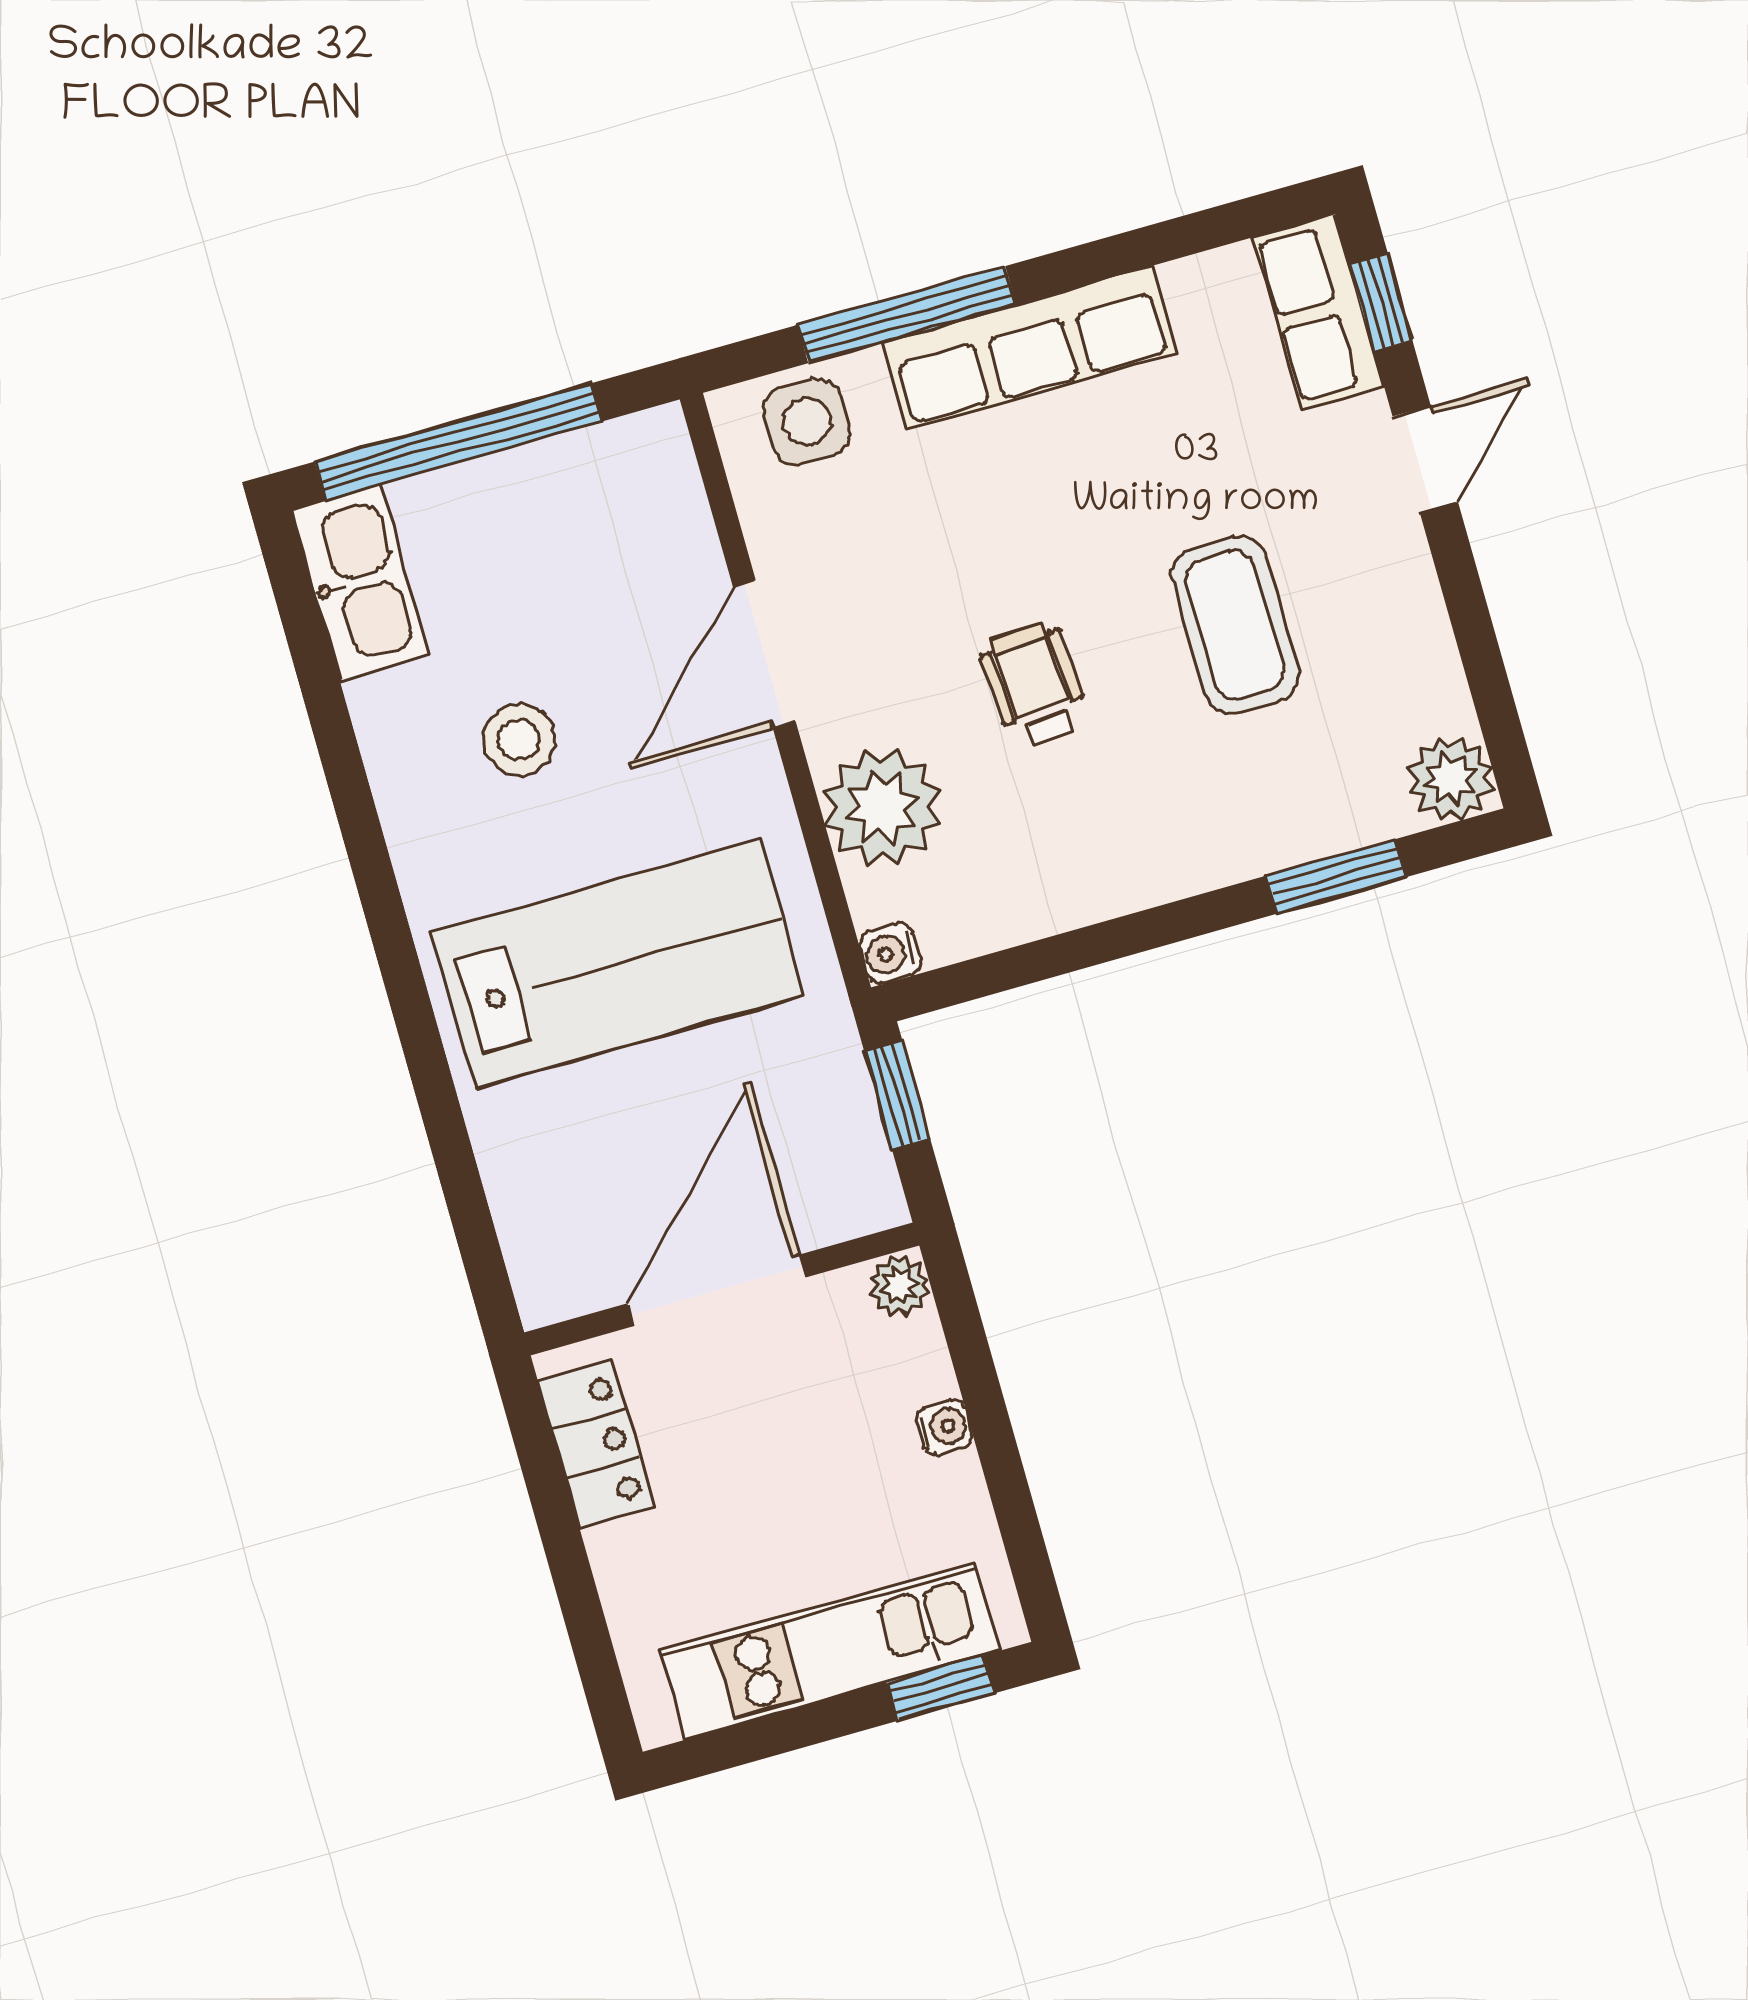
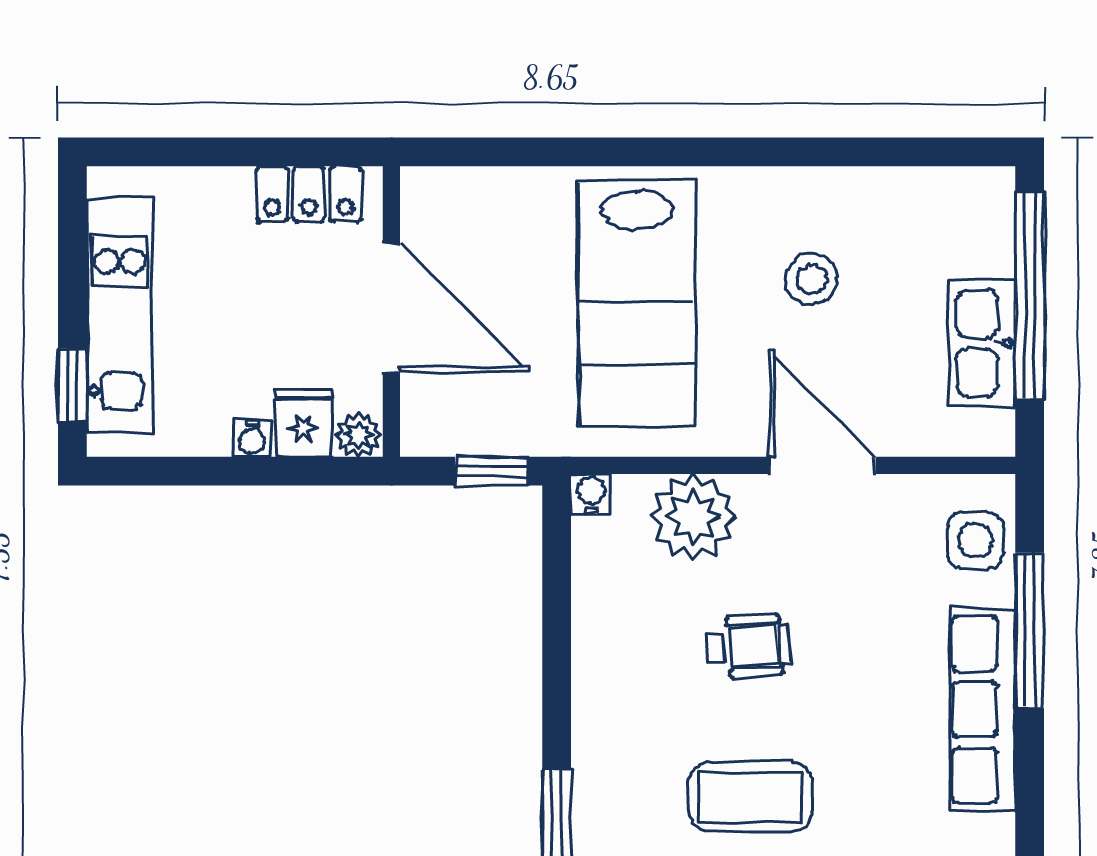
kitchen sink: (360, 582) -> (982, 343), moved, turned 90
fridge: (904, 1364) -> (304, 423), added

